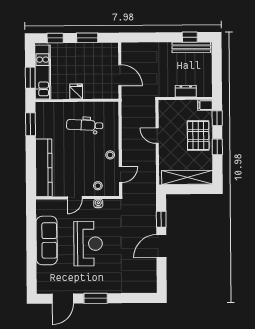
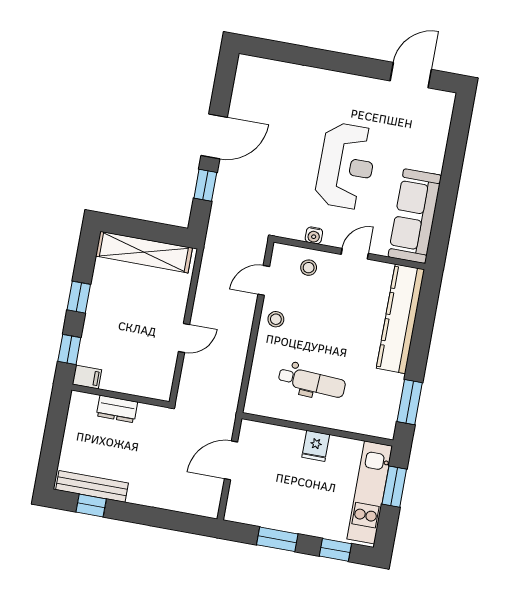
door: (120, 75) -> (231, 460), hinge flipped
door: (157, 136) -> (184, 338), hinge flipped
pallet: (198, 136) -> (110, 324), removed
sofa: (47, 240) -> (415, 216), moved
reception desk: (88, 244) -> (346, 166), turned 180
window: (96, 298) -> (351, 64), removed

